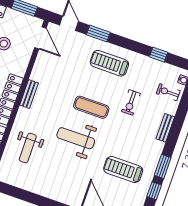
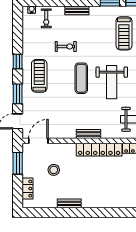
window: (159, 55) -> (18, 61), moved
treadmill: (109, 63) -> (39, 76), turned 180

